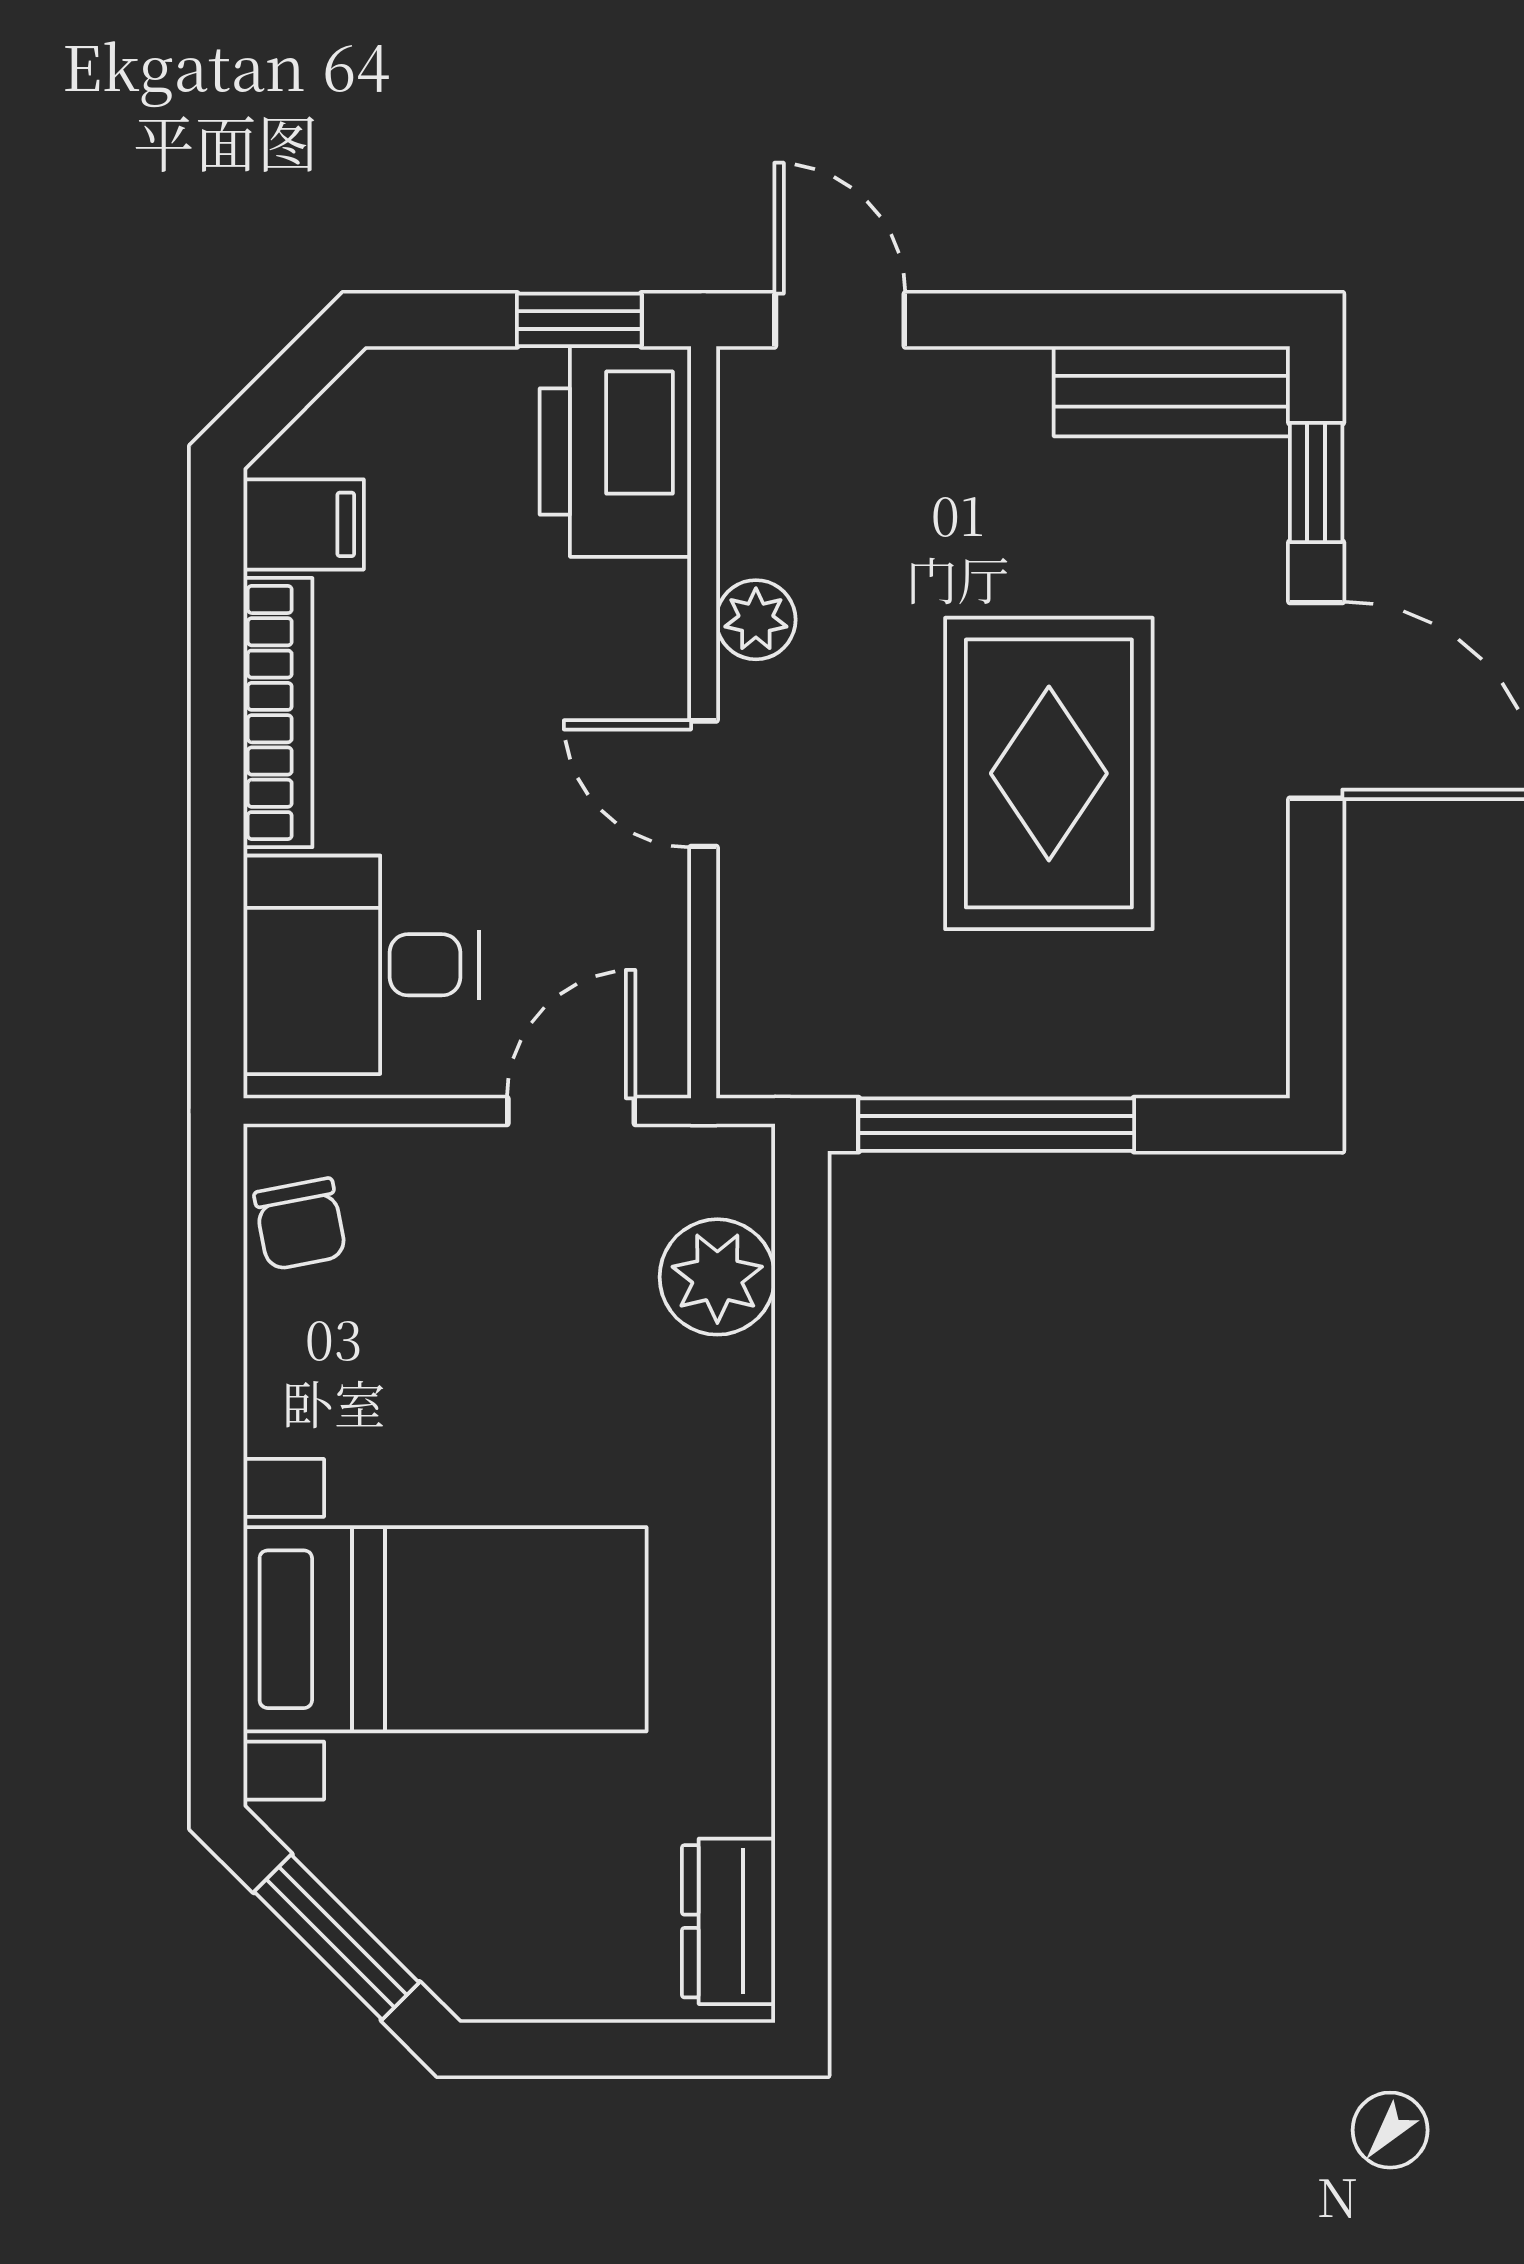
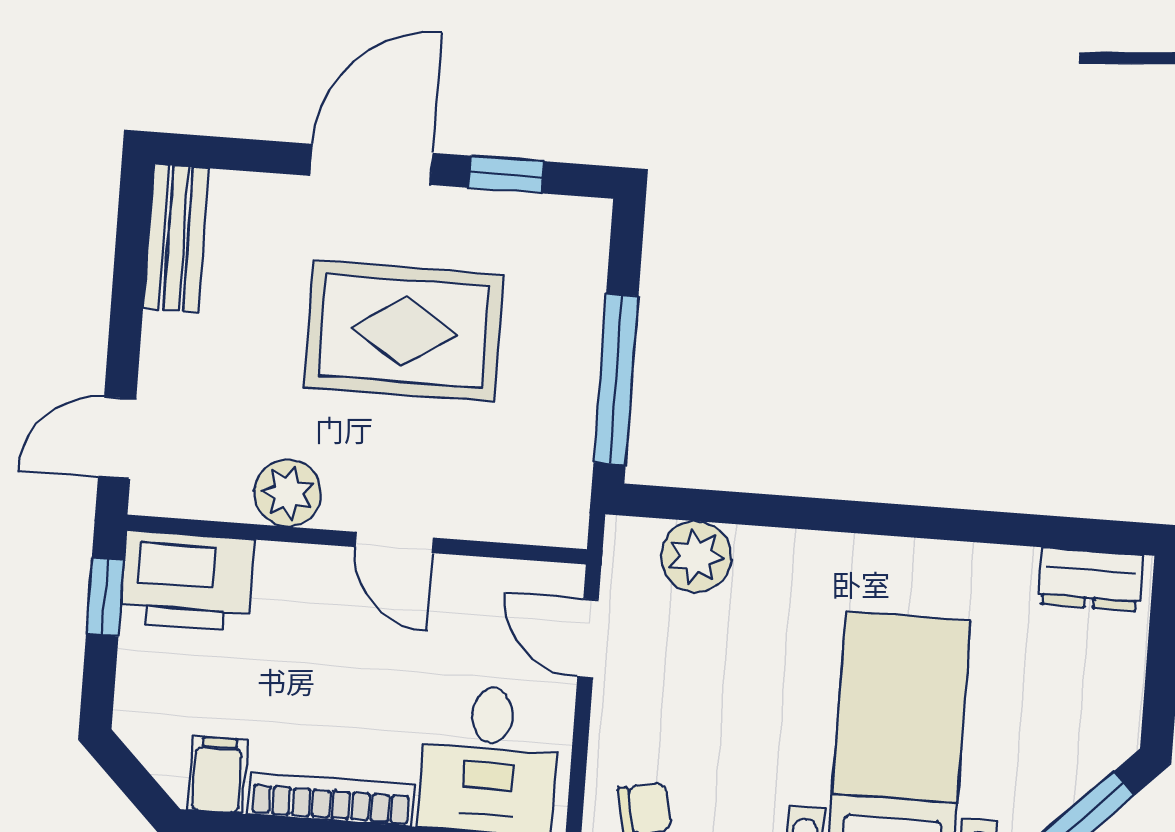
window: (1316, 482) -> (506, 174), moved
plant: (756, 620) -> (288, 493), width x1.38, depth x1.38
door: (704, 784) -> (394, 542), hinge flipped

